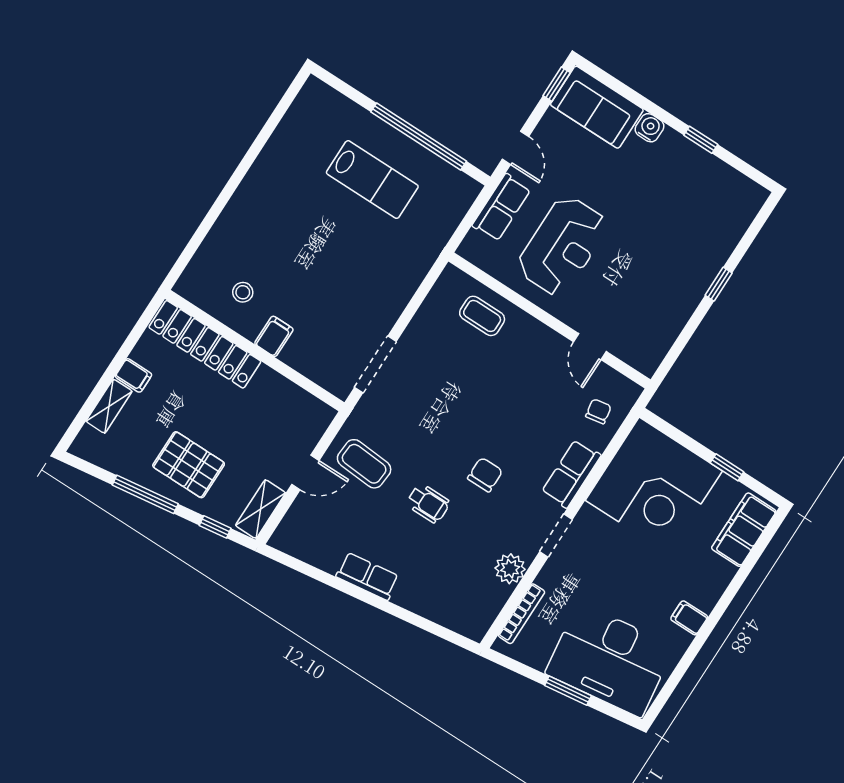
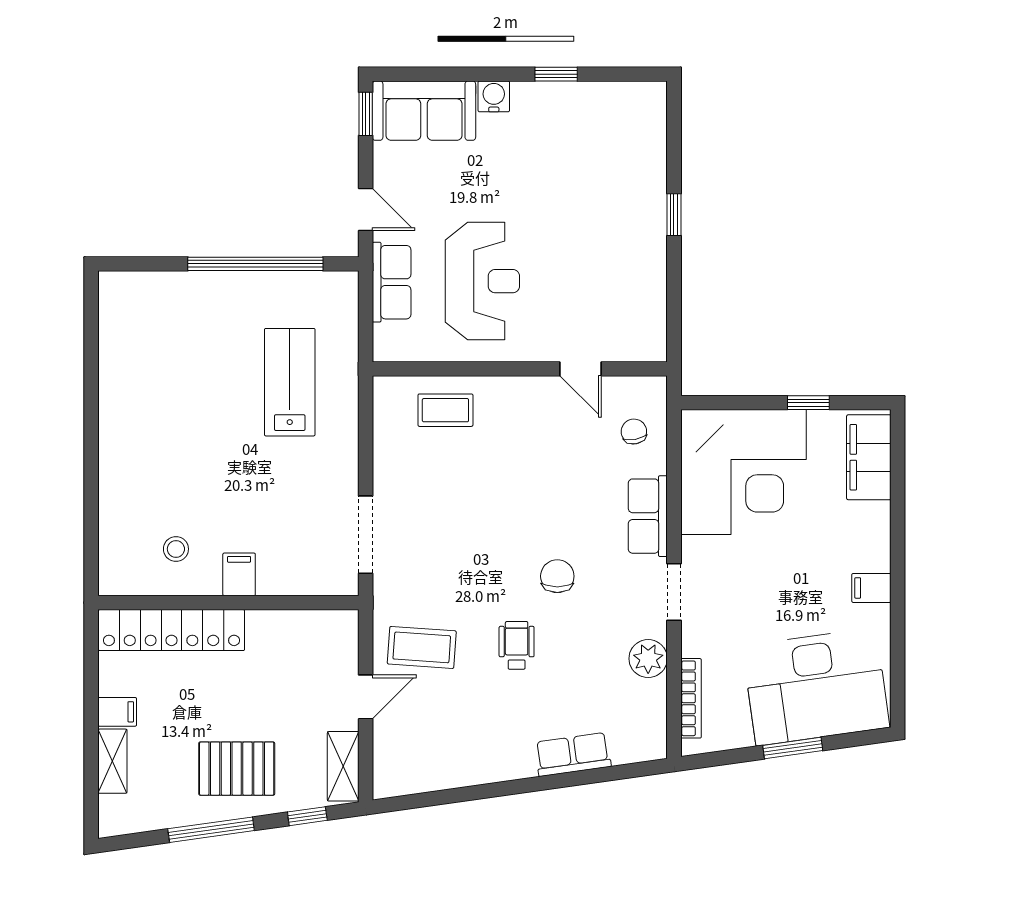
lab bench: (372, 180) -> (290, 382), moved, turned -90
wheelchair: (428, 503) -> (517, 645), turned -90
row of seats: (367, 576) -> (573, 754), moved

